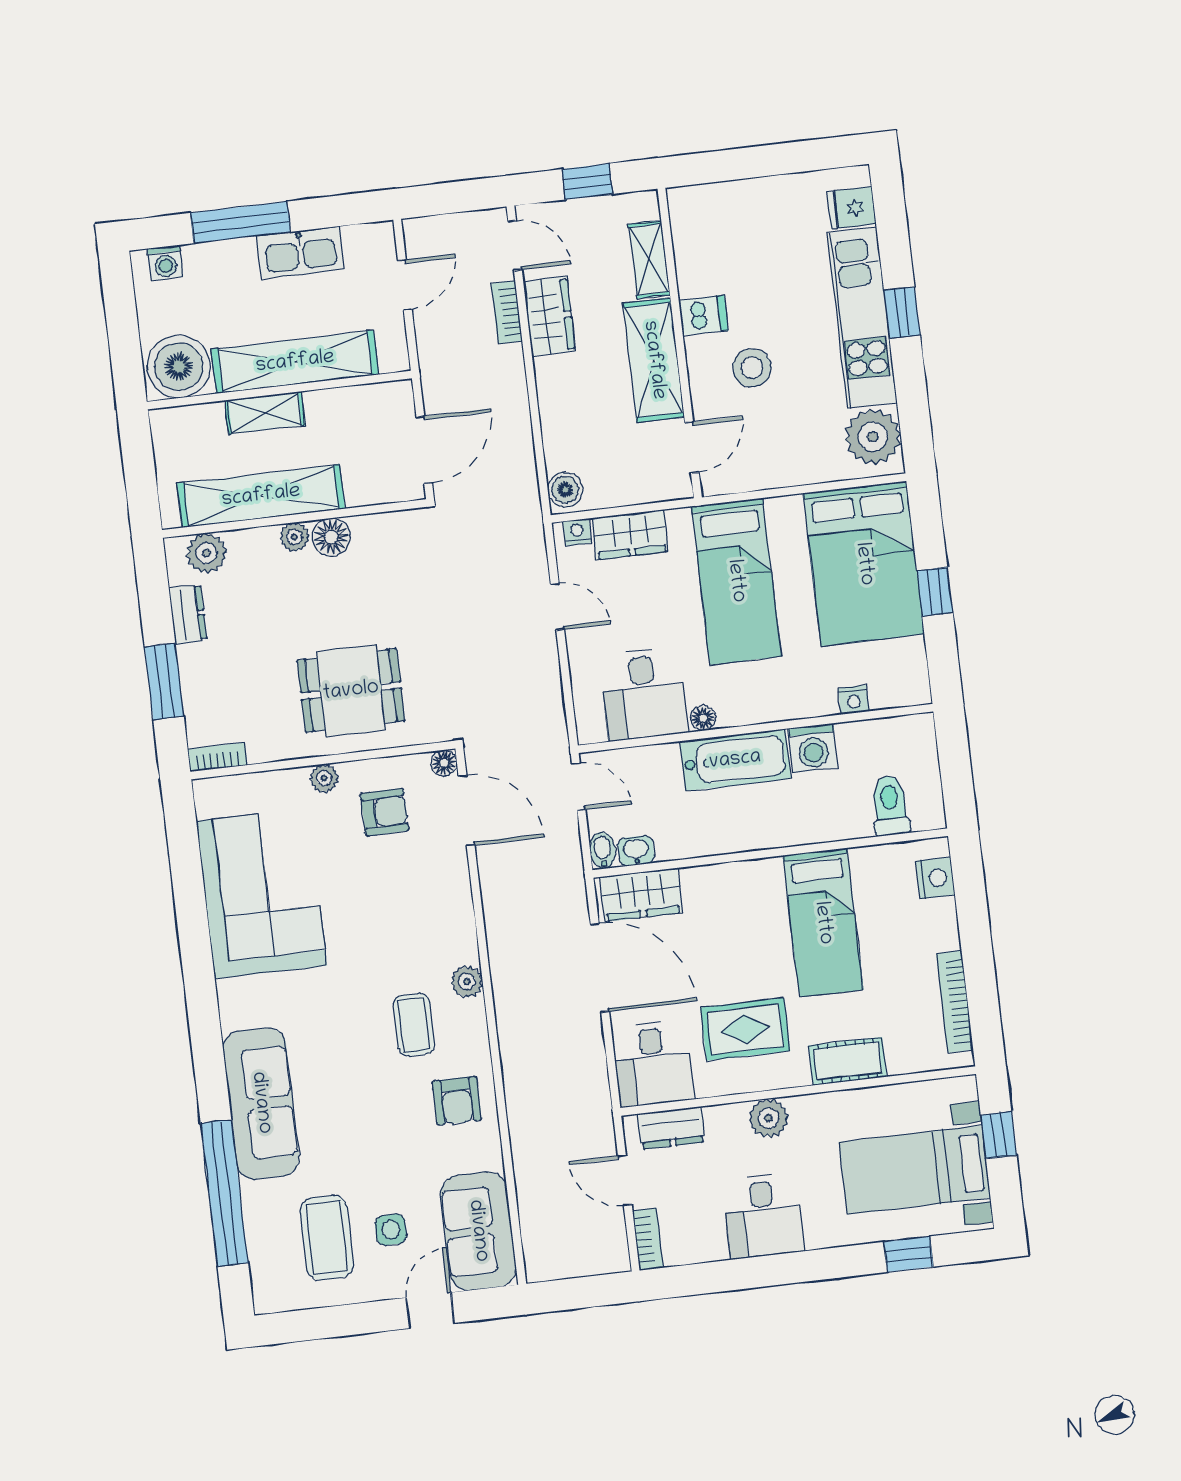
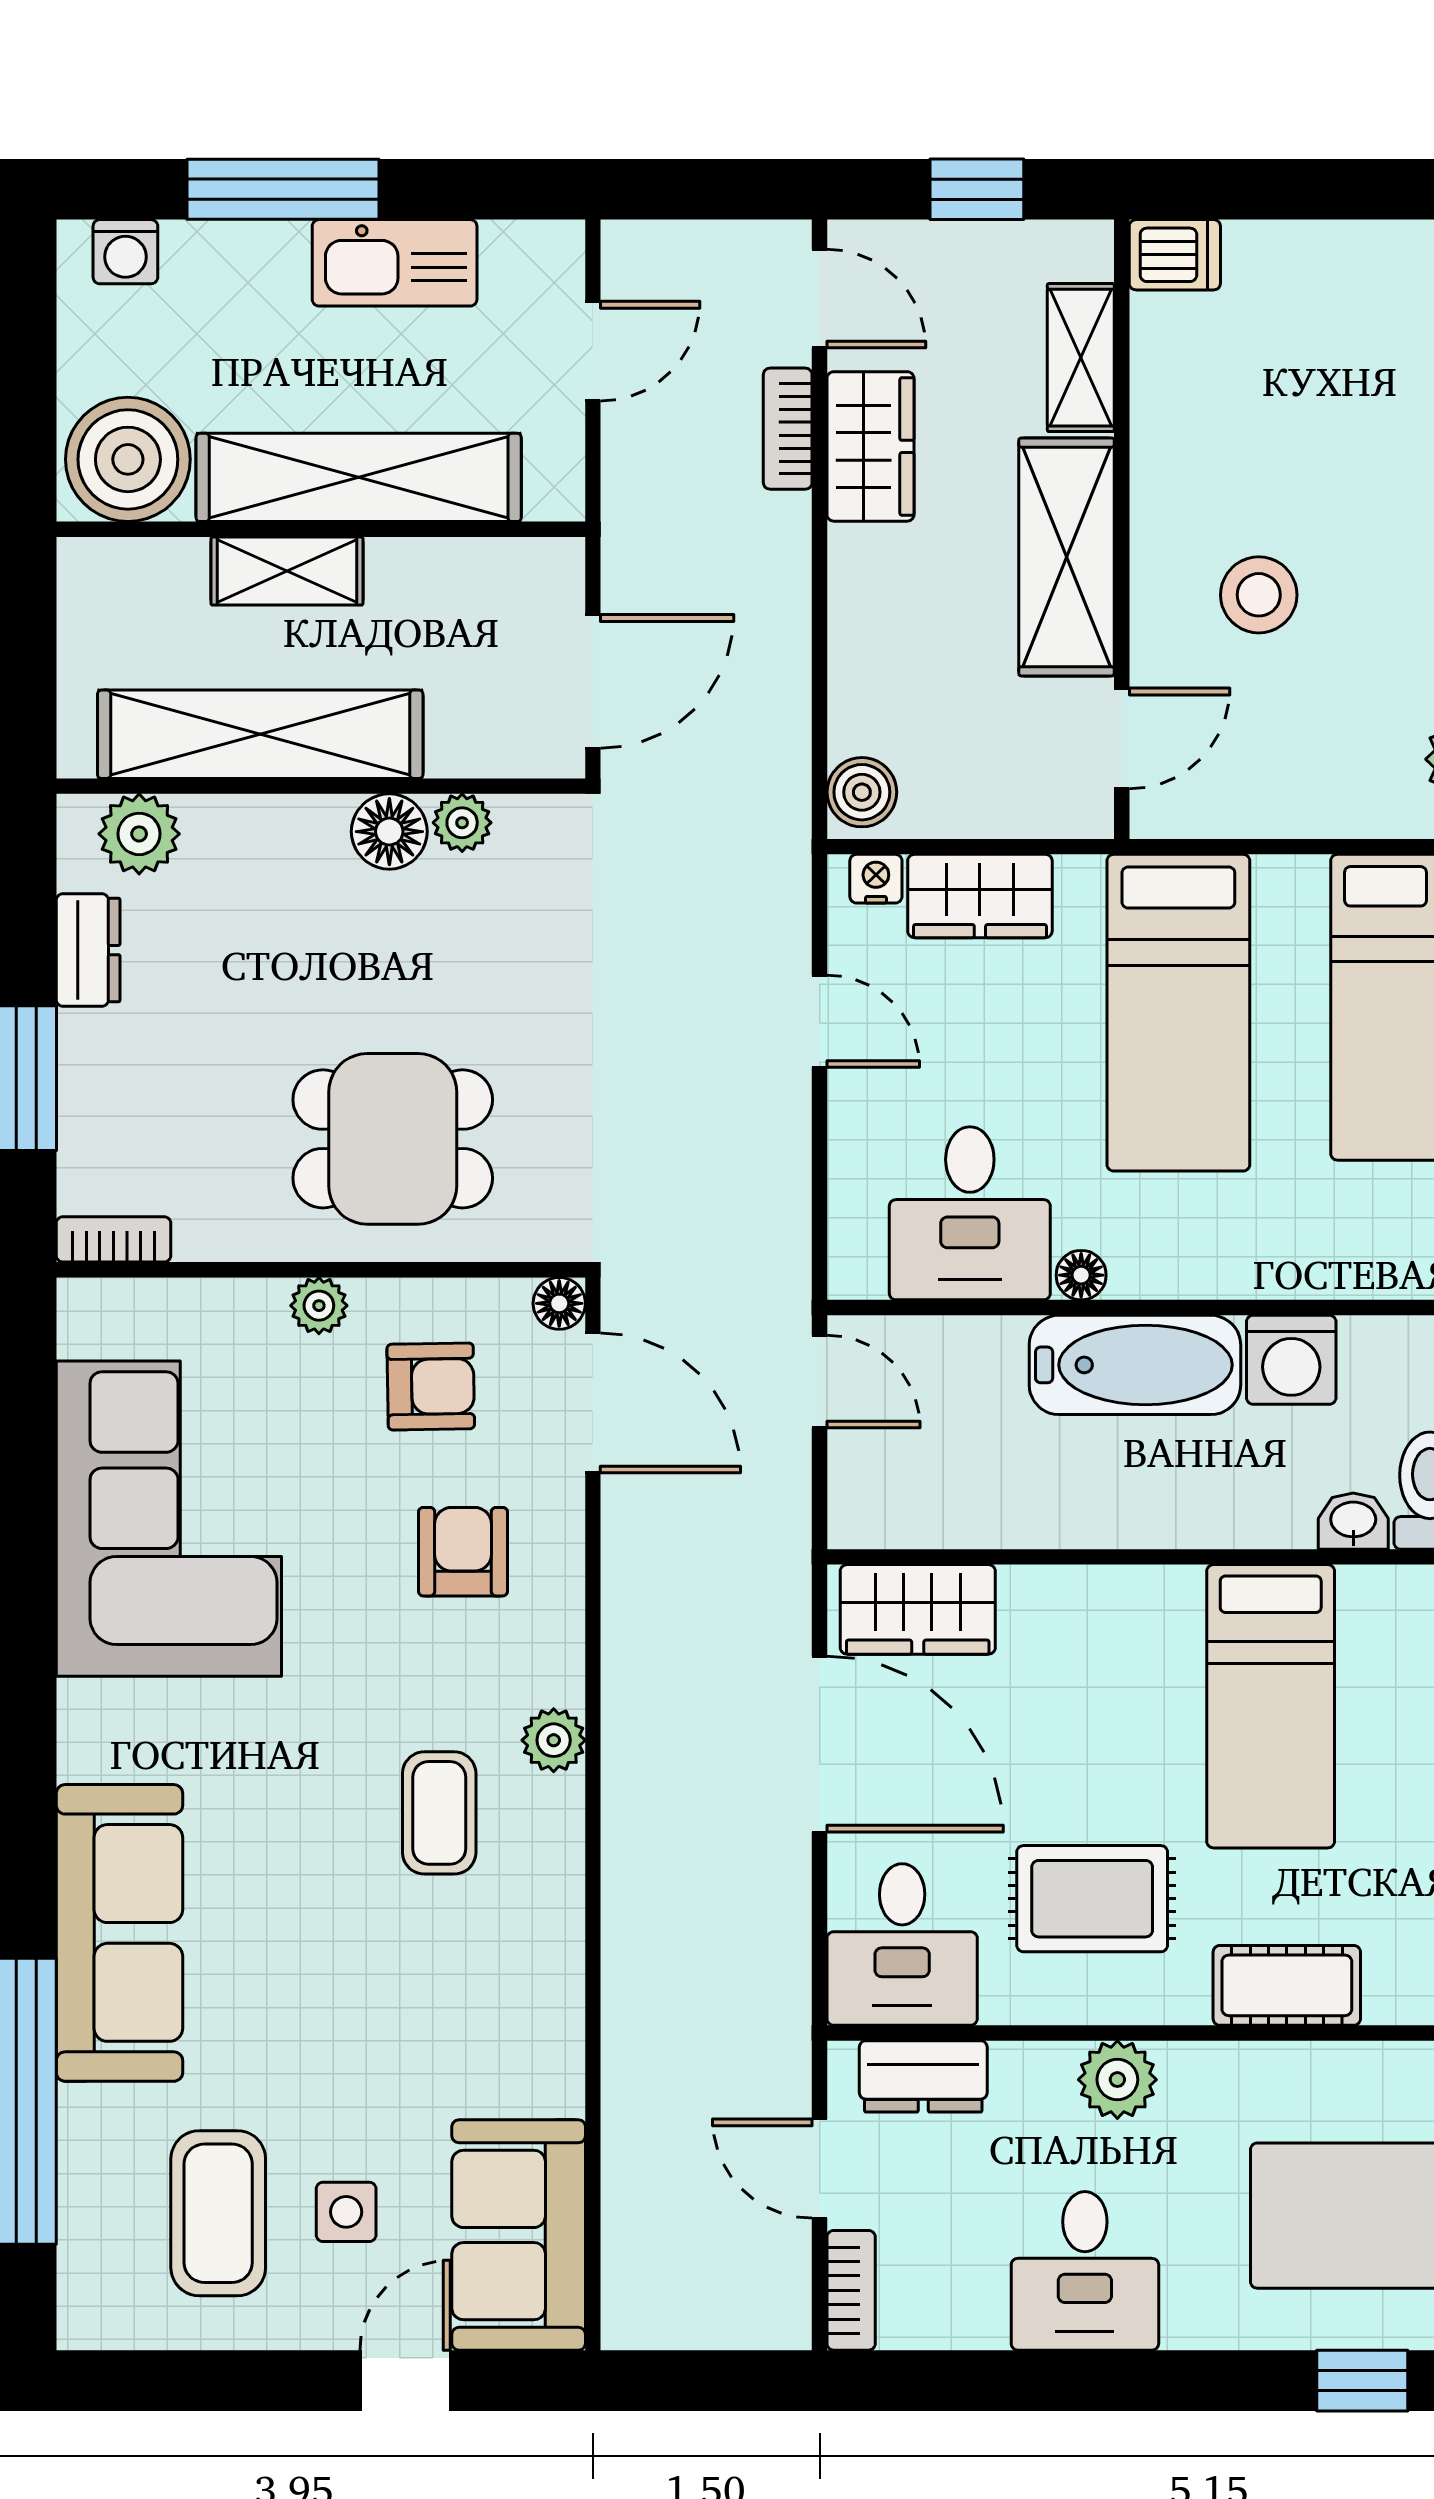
dishwasher: (703, 315) -> (1175, 255), moved
plant: (294, 537) -> (462, 823), moved
nightstand: (854, 700) -> (1382, 1274), removed
bidet: (603, 850) -> (852, 1513), removed
washbasin: (636, 851) -> (1353, 1521), moved
armchair: (457, 1101) -> (463, 1552), moved, turned 180

